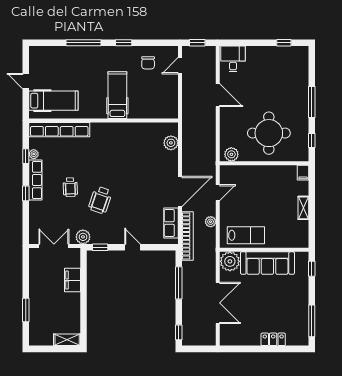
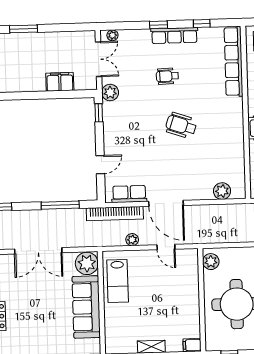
plant: (34, 154) -> (112, 35), moved
wheelchair: (100, 200) -> (181, 125), moved
door: (133, 247) -> (100, 165), moved

